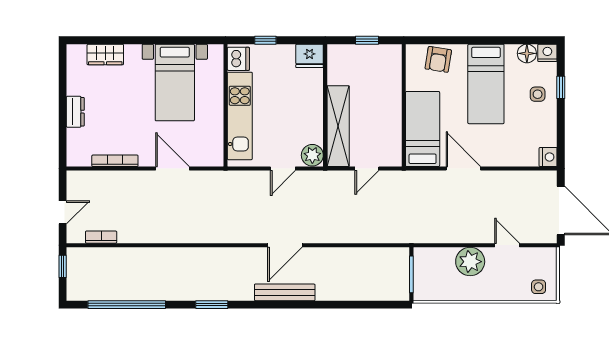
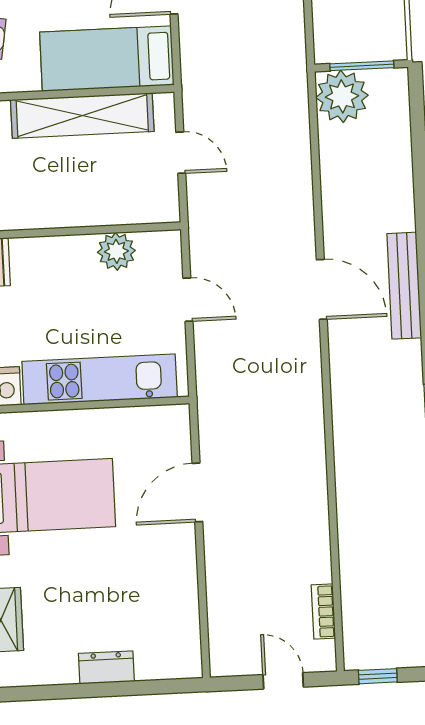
shelving: (338, 126) -> (82, 116), moved
plant: (312, 155) -> (116, 251), moved
bookcase: (115, 161) -> (189, 594), removed
plant: (394, 262) -> (342, 96), added

